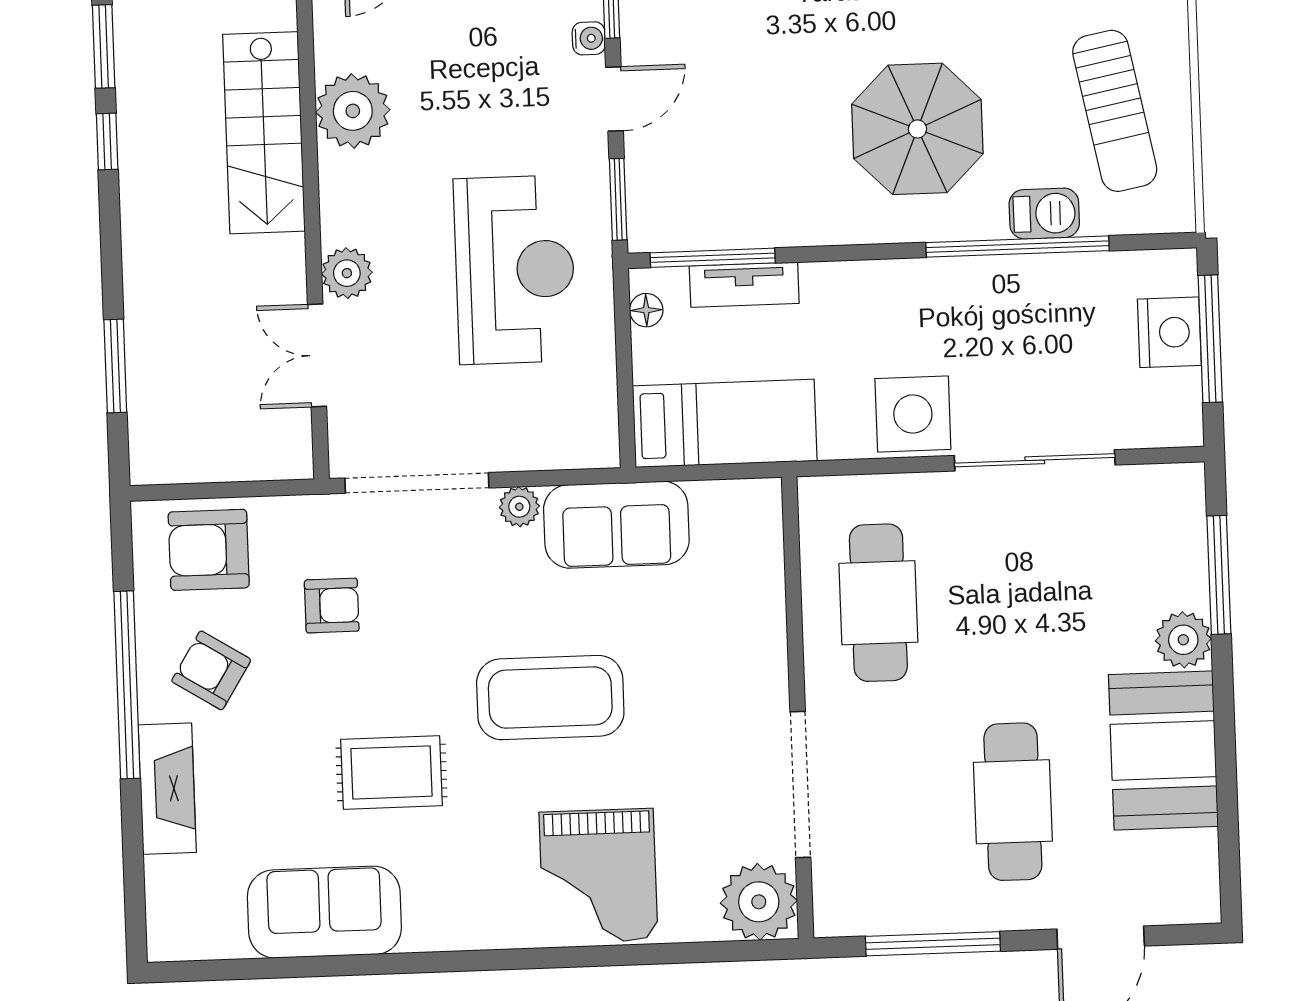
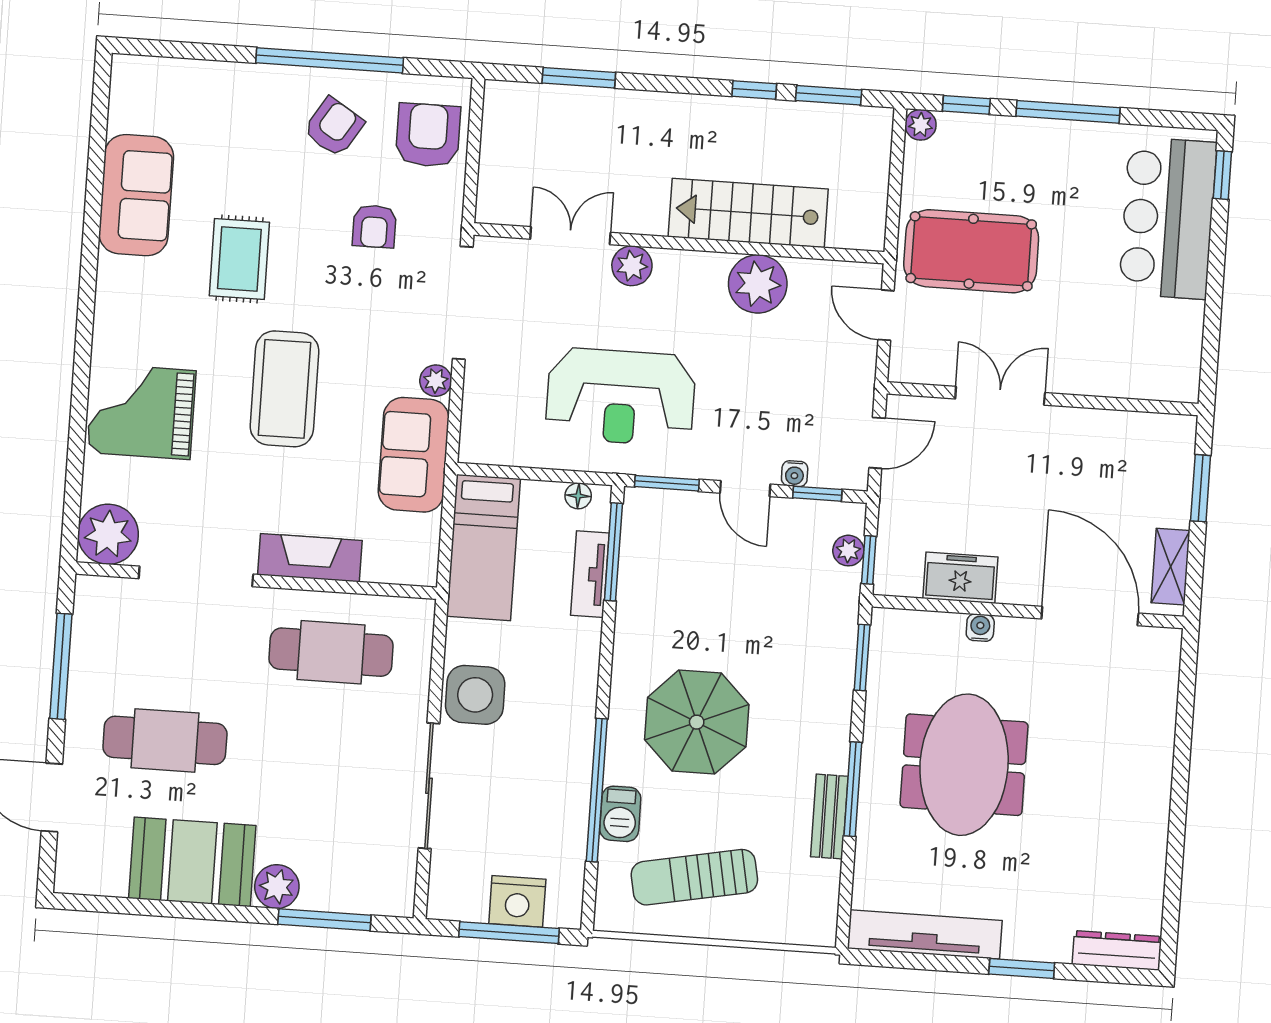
fireplace: (167, 789) -> (310, 558), moved, turned 180

